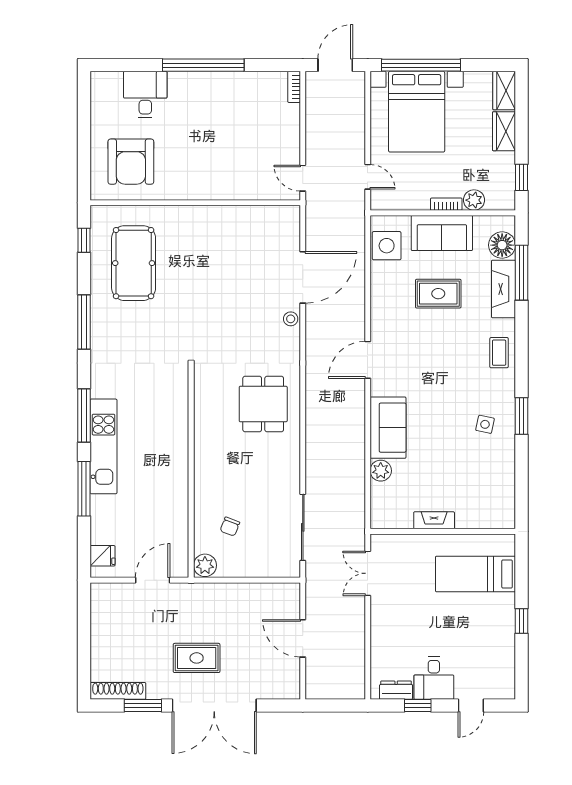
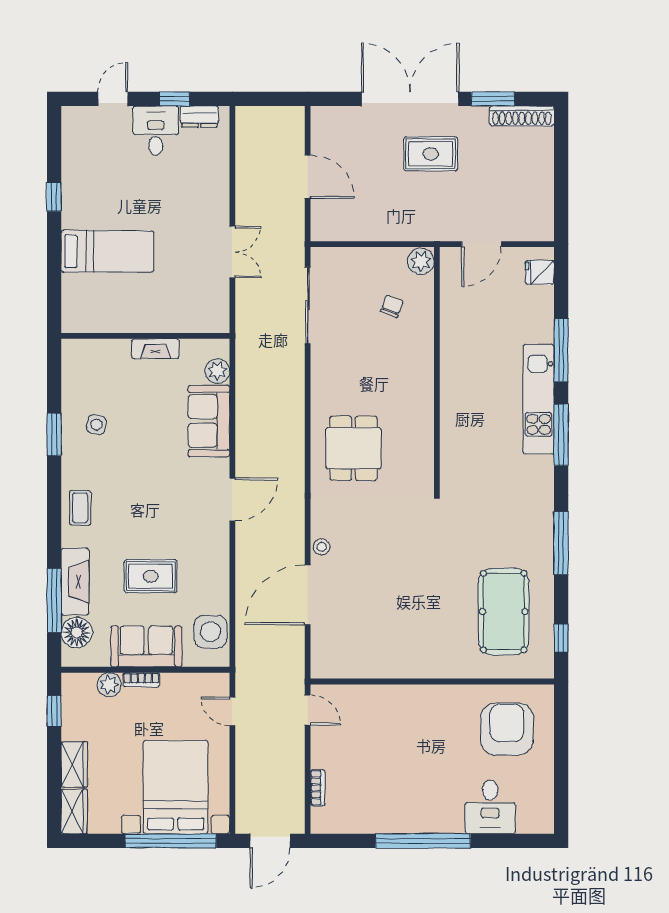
bookcase: (294, 87) -> (318, 788), moved
fireplace: (434, 520) -> (155, 349), moved
wall: (443, 531) -> (145, 336), moved

